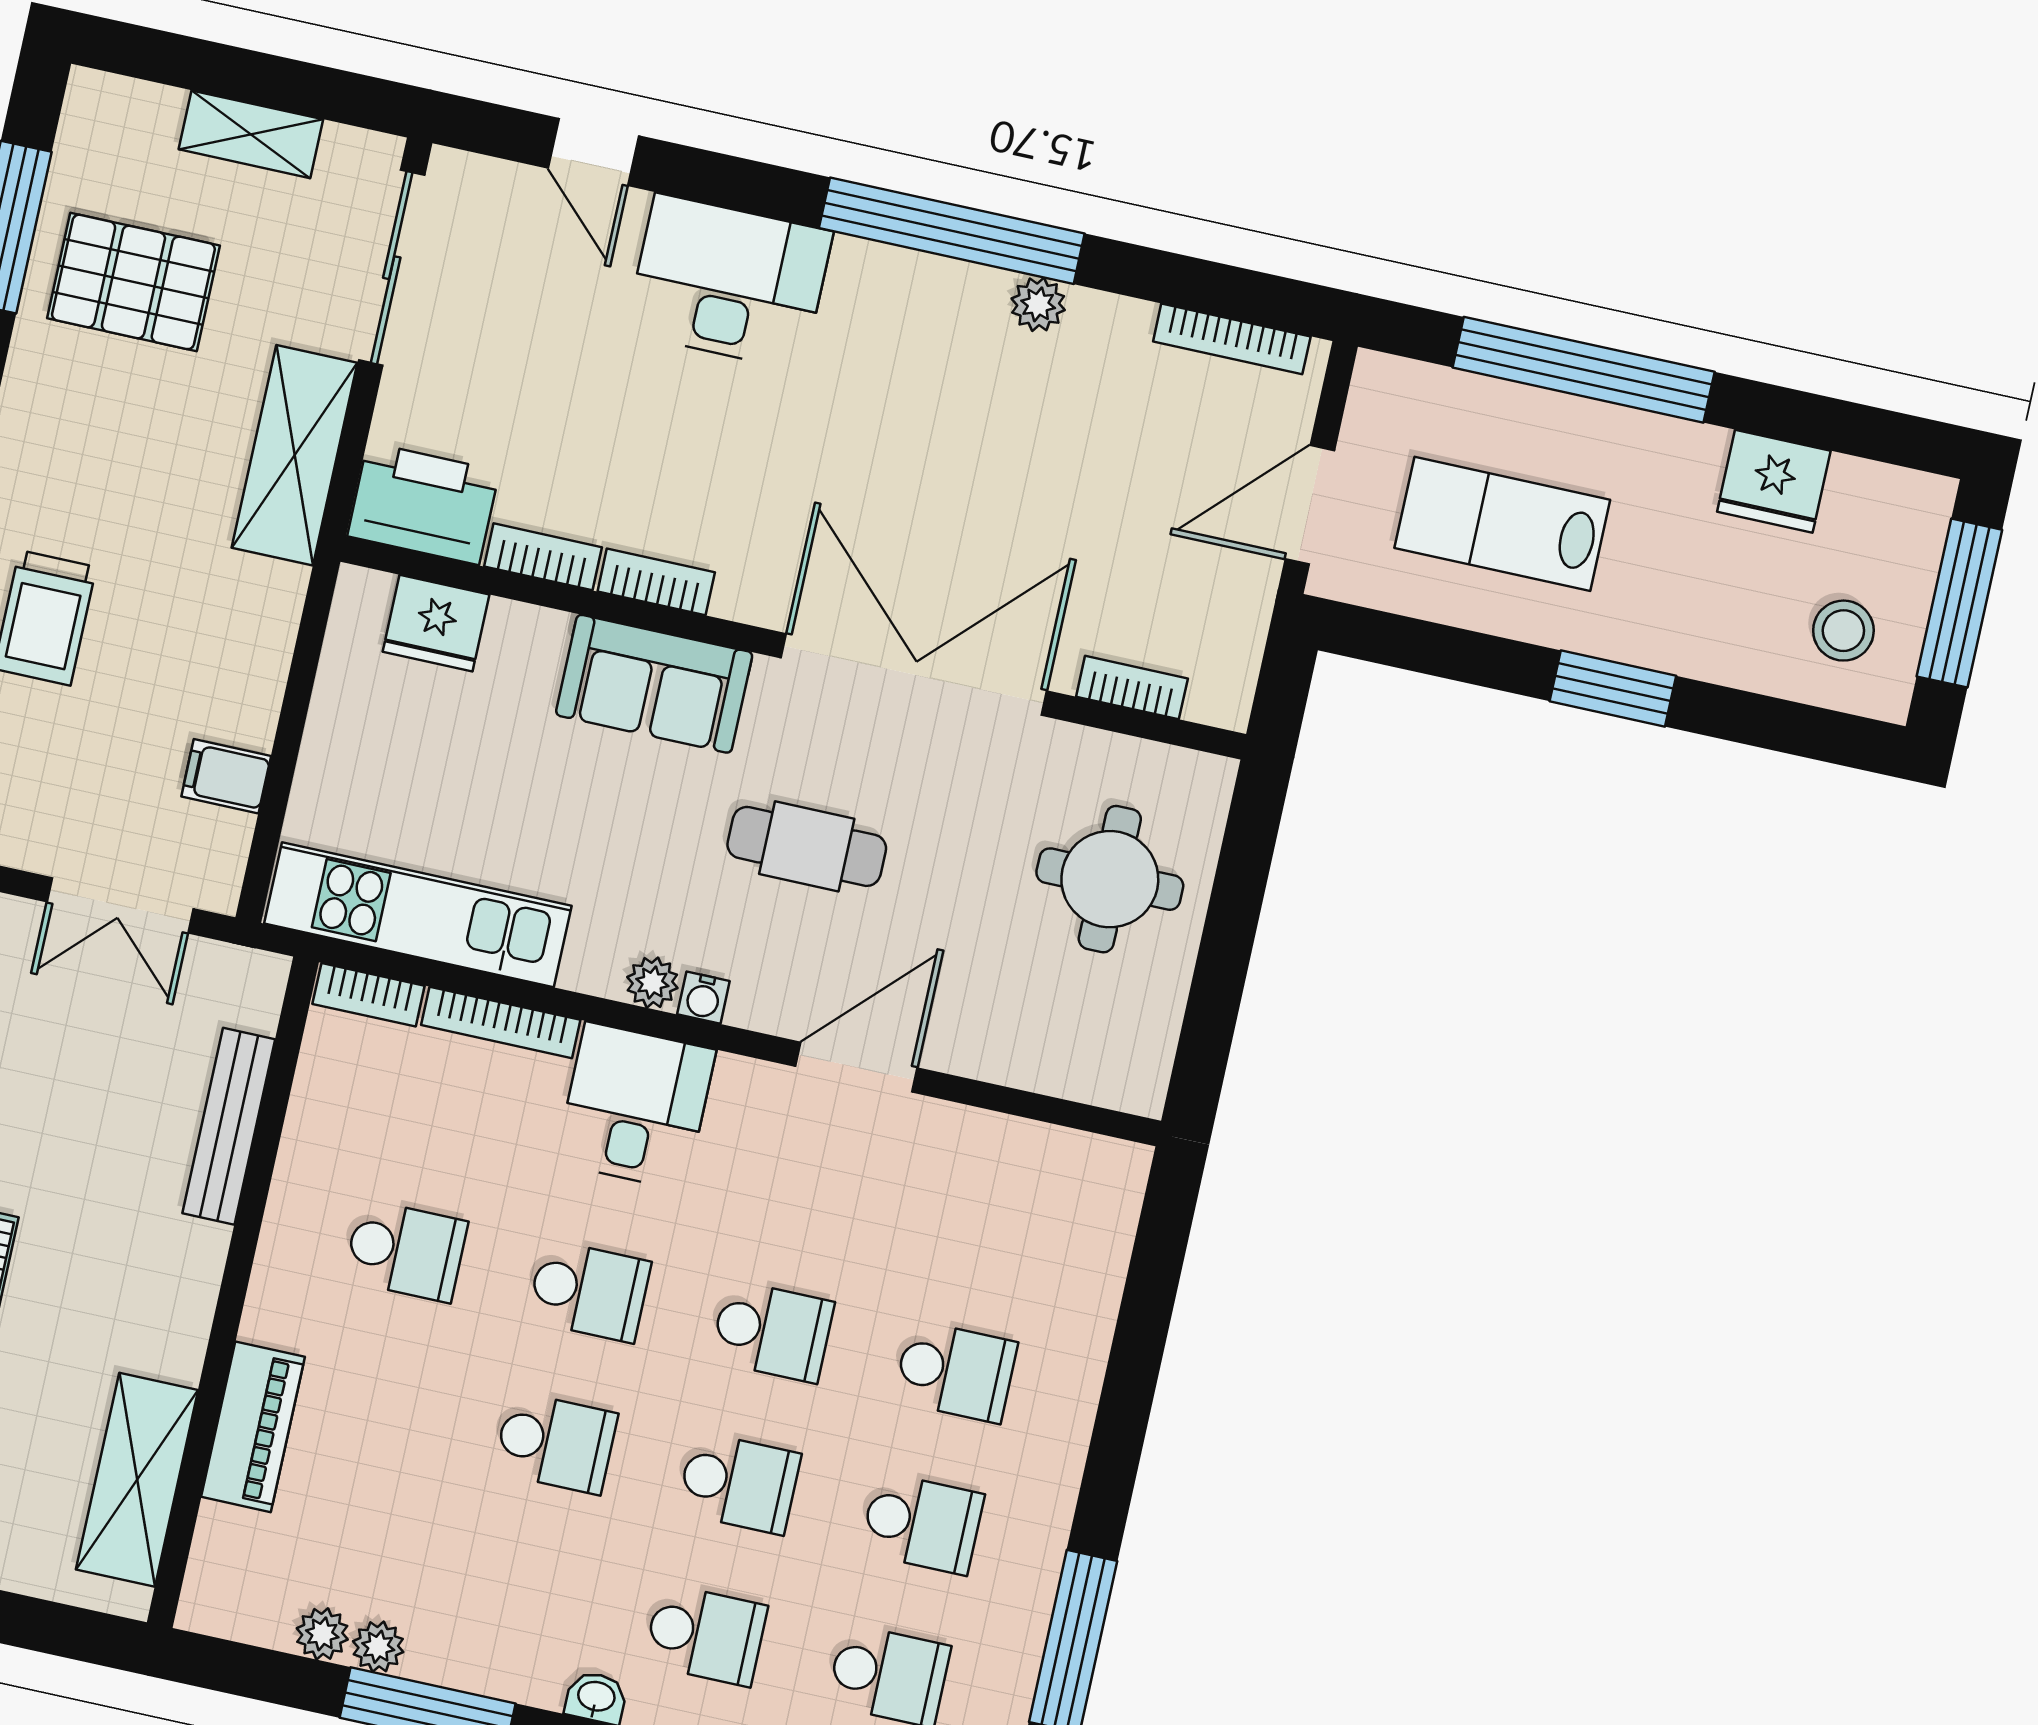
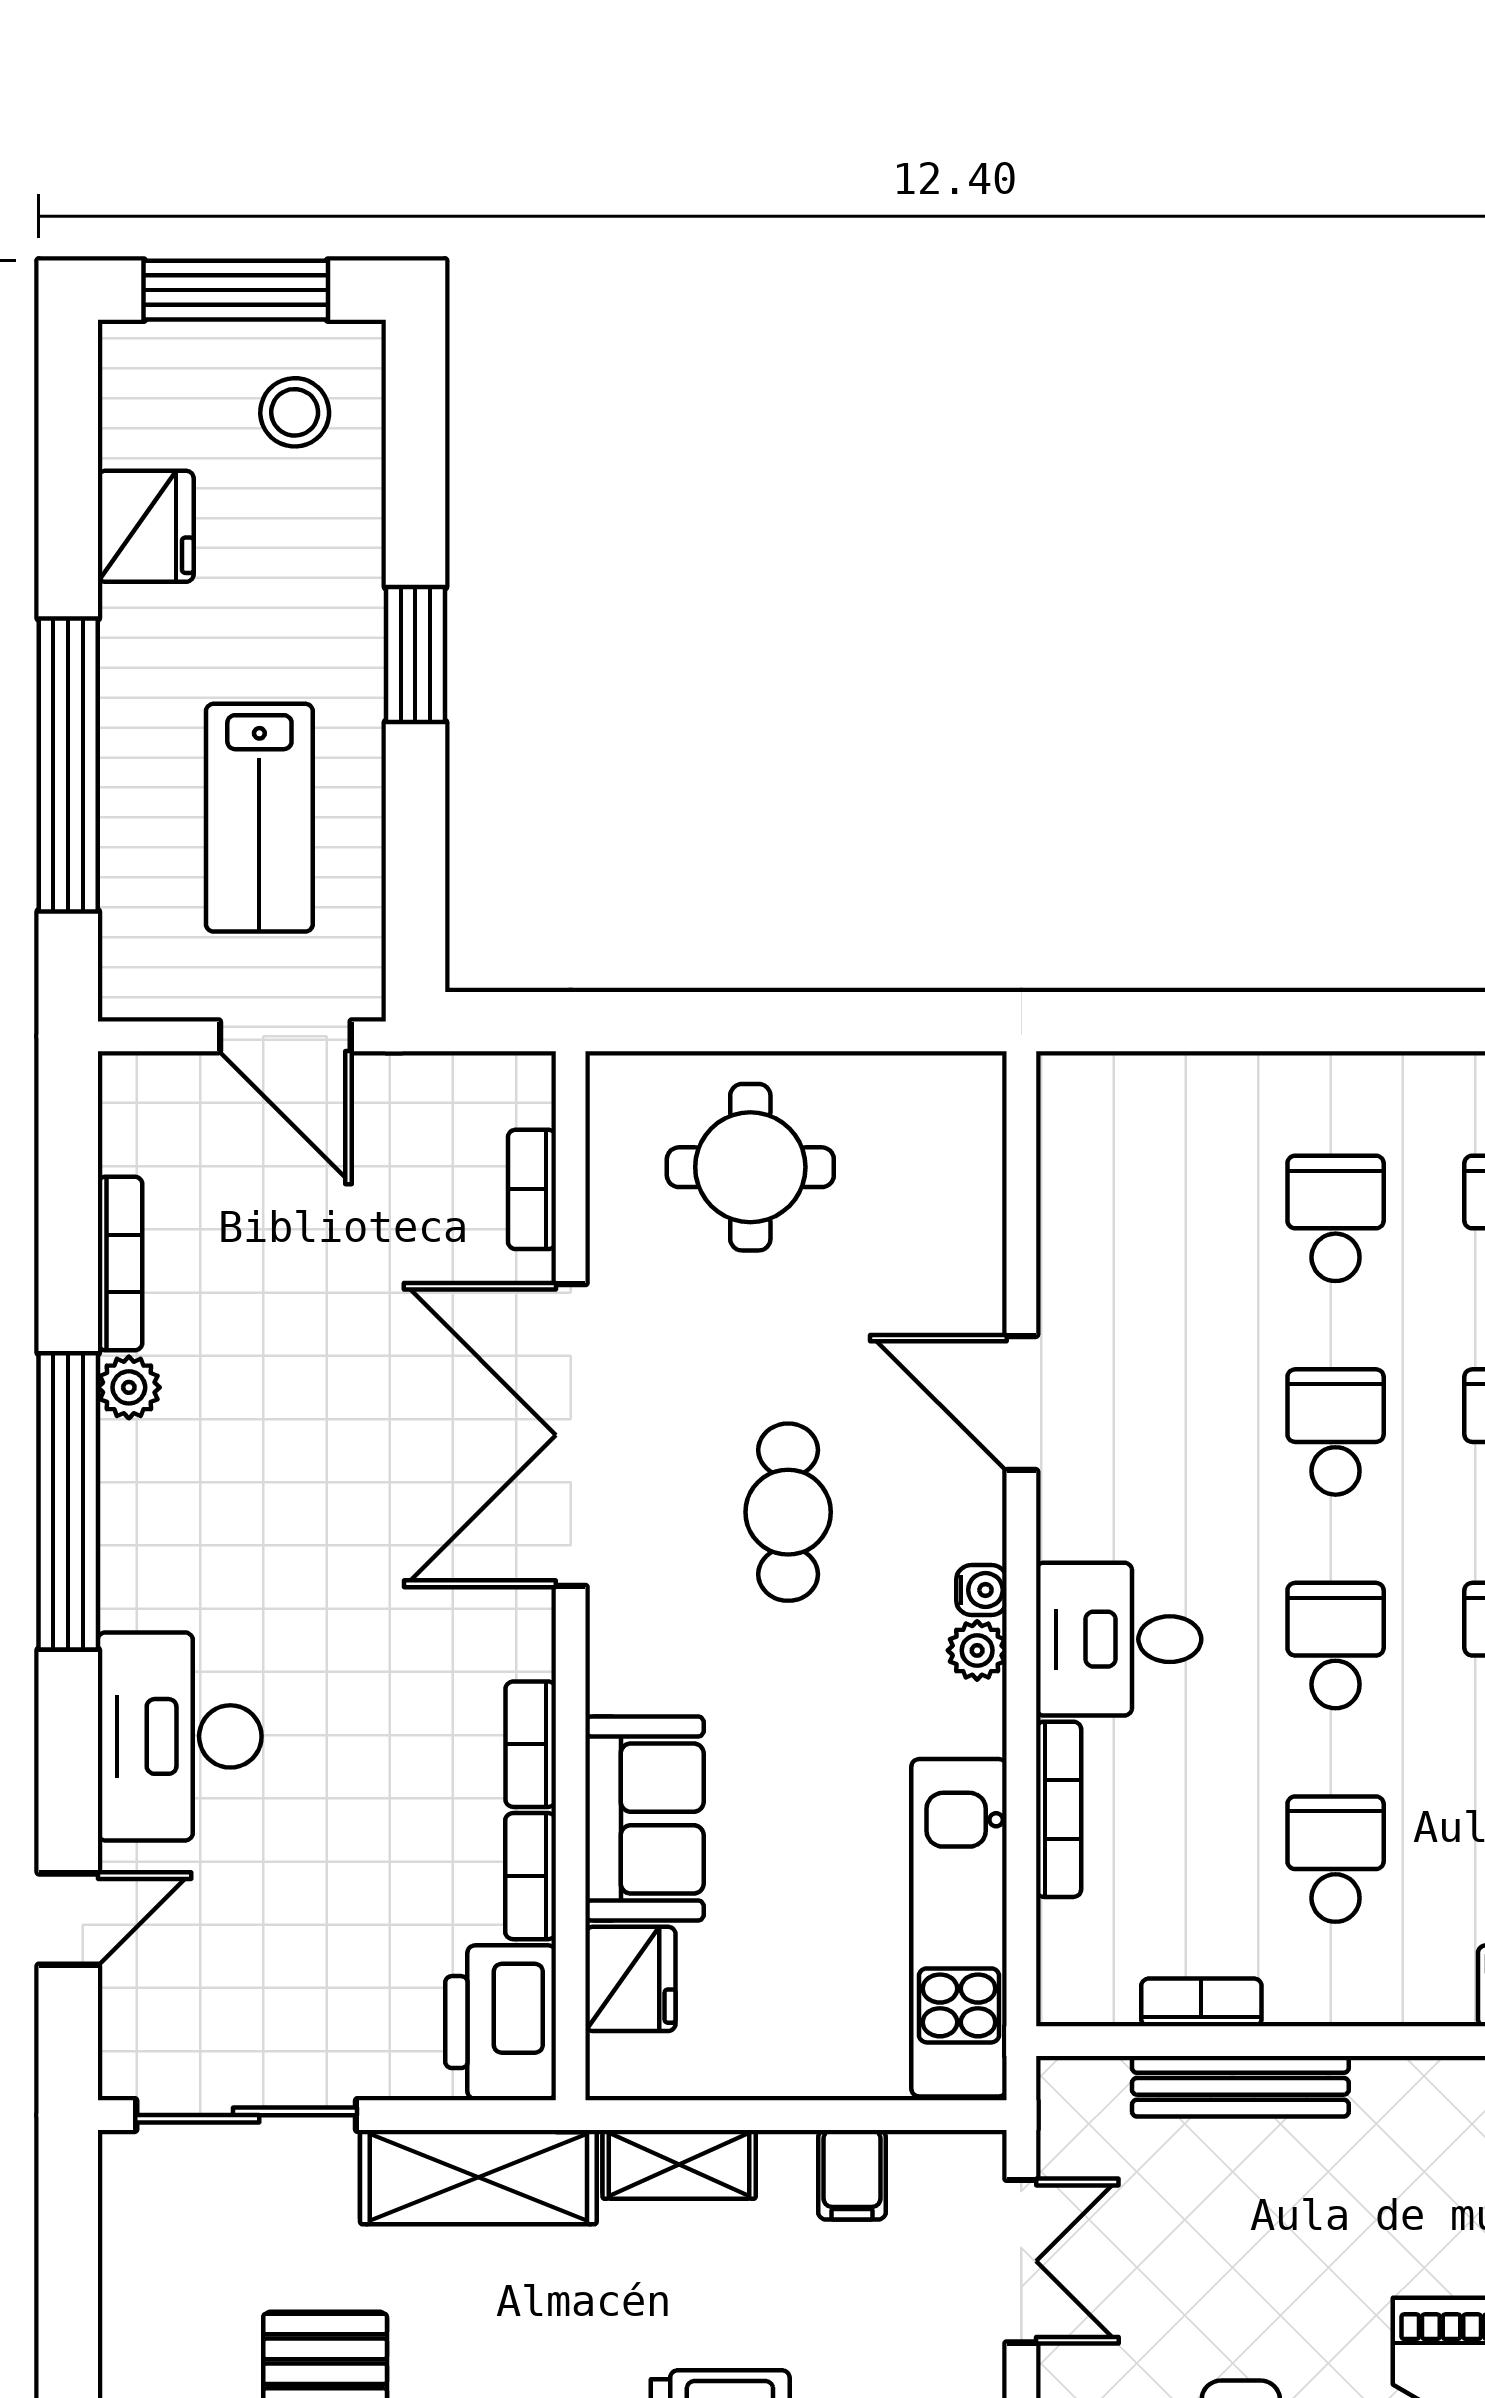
shelving: (251, 134) -> (679, 2164), moved, turned 90
bookcase: (1232, 339) -> (120, 1263), moved
sofa: (654, 684) -> (645, 1819), moved
bookcase: (369, 995) -> (1201, 2002), moved, turned -90

